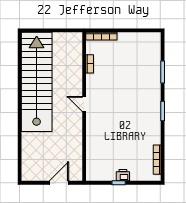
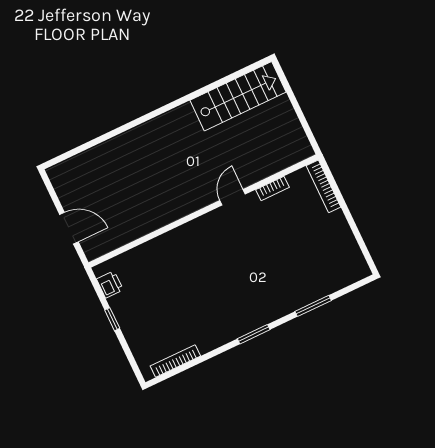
stairs: (37, 82) -> (238, 96), width x0.54, depth x0.66
door: (84, 104) -> (232, 197), moved
printer: (123, 175) -> (110, 284), moved

